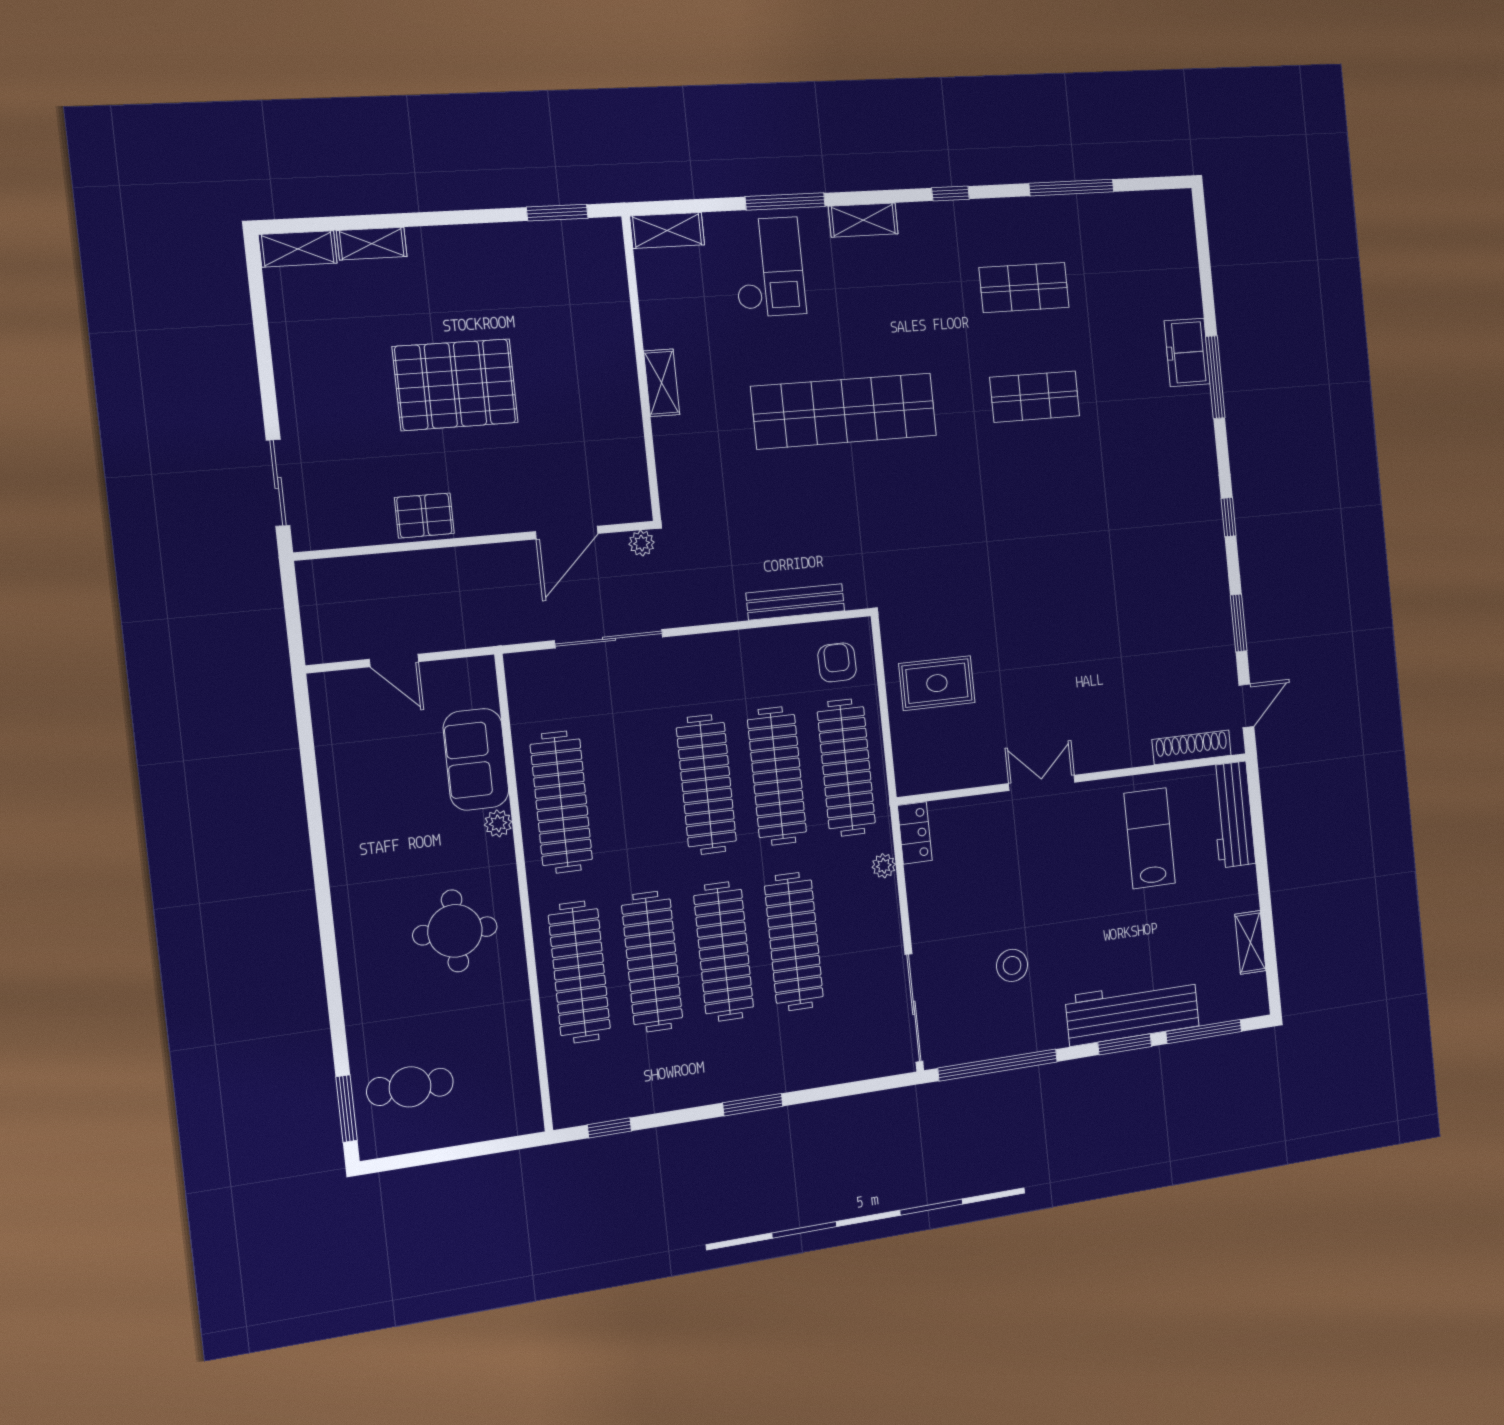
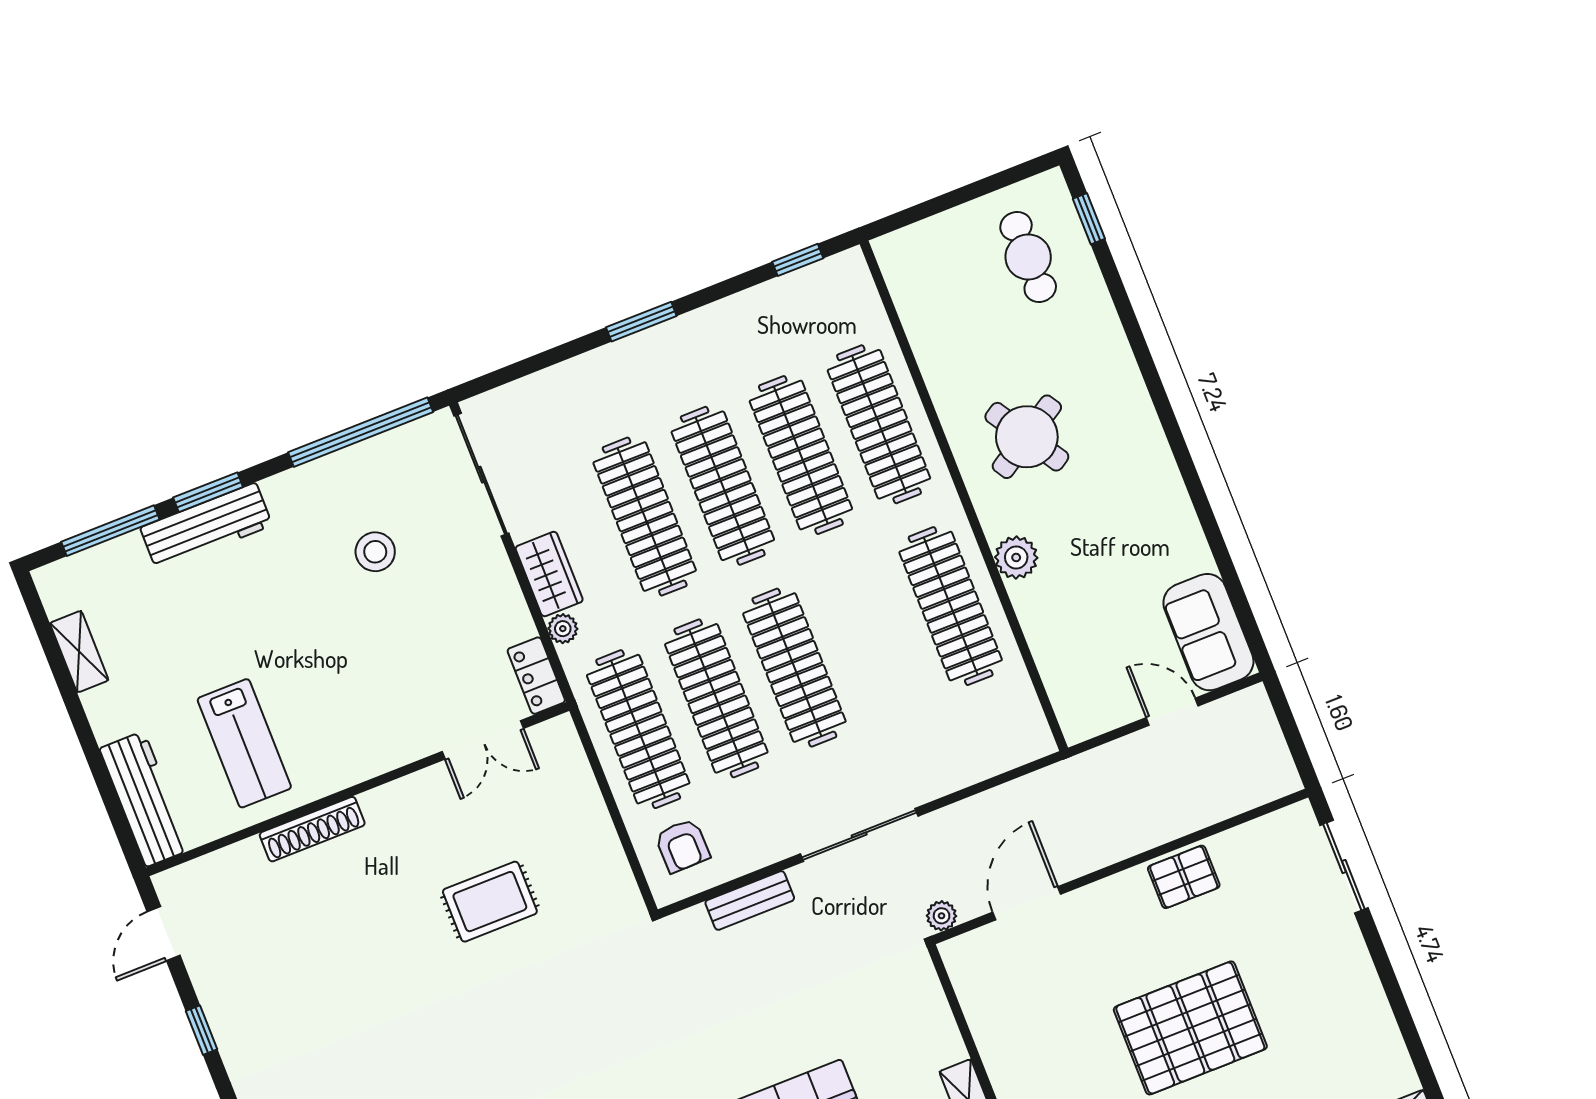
bench: (795, 602) -> (750, 900), width x0.73
window: (1239, 623) -> (202, 1030), width x0.67
sliding door: (609, 639) -> (859, 835), moved
rug: (937, 683) -> (490, 902), moved
shoe rack: (1192, 747) -> (312, 829), moved
sofa: (476, 759) -> (1208, 632), moved, turned 180
double door: (1042, 783) -> (483, 740), moved
plant: (498, 823) -> (1016, 557), width x1.38, depth x1.38
wardrobe: (882, 913) -> (549, 574), added
round table: (455, 931) -> (1027, 437), turned -32
workbench: (1133, 1011) -> (206, 527), width x0.73, depth x0.76
cafe table: (410, 1087) -> (1028, 257), turned 90
window: (347, 1109) -> (1089, 219), width x0.67

